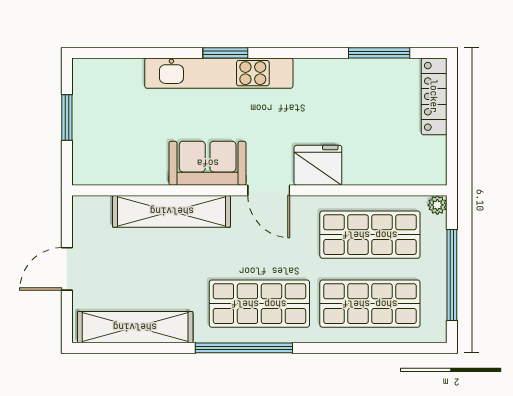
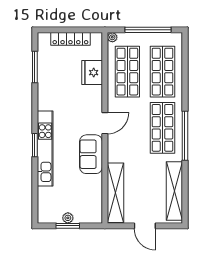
locker: (434, 96) -> (70, 39), moved
plant: (83, 118) -> (68, 218), added
fridge: (318, 165) -> (92, 73), moved
shelving: (172, 211) -> (116, 193), moved

